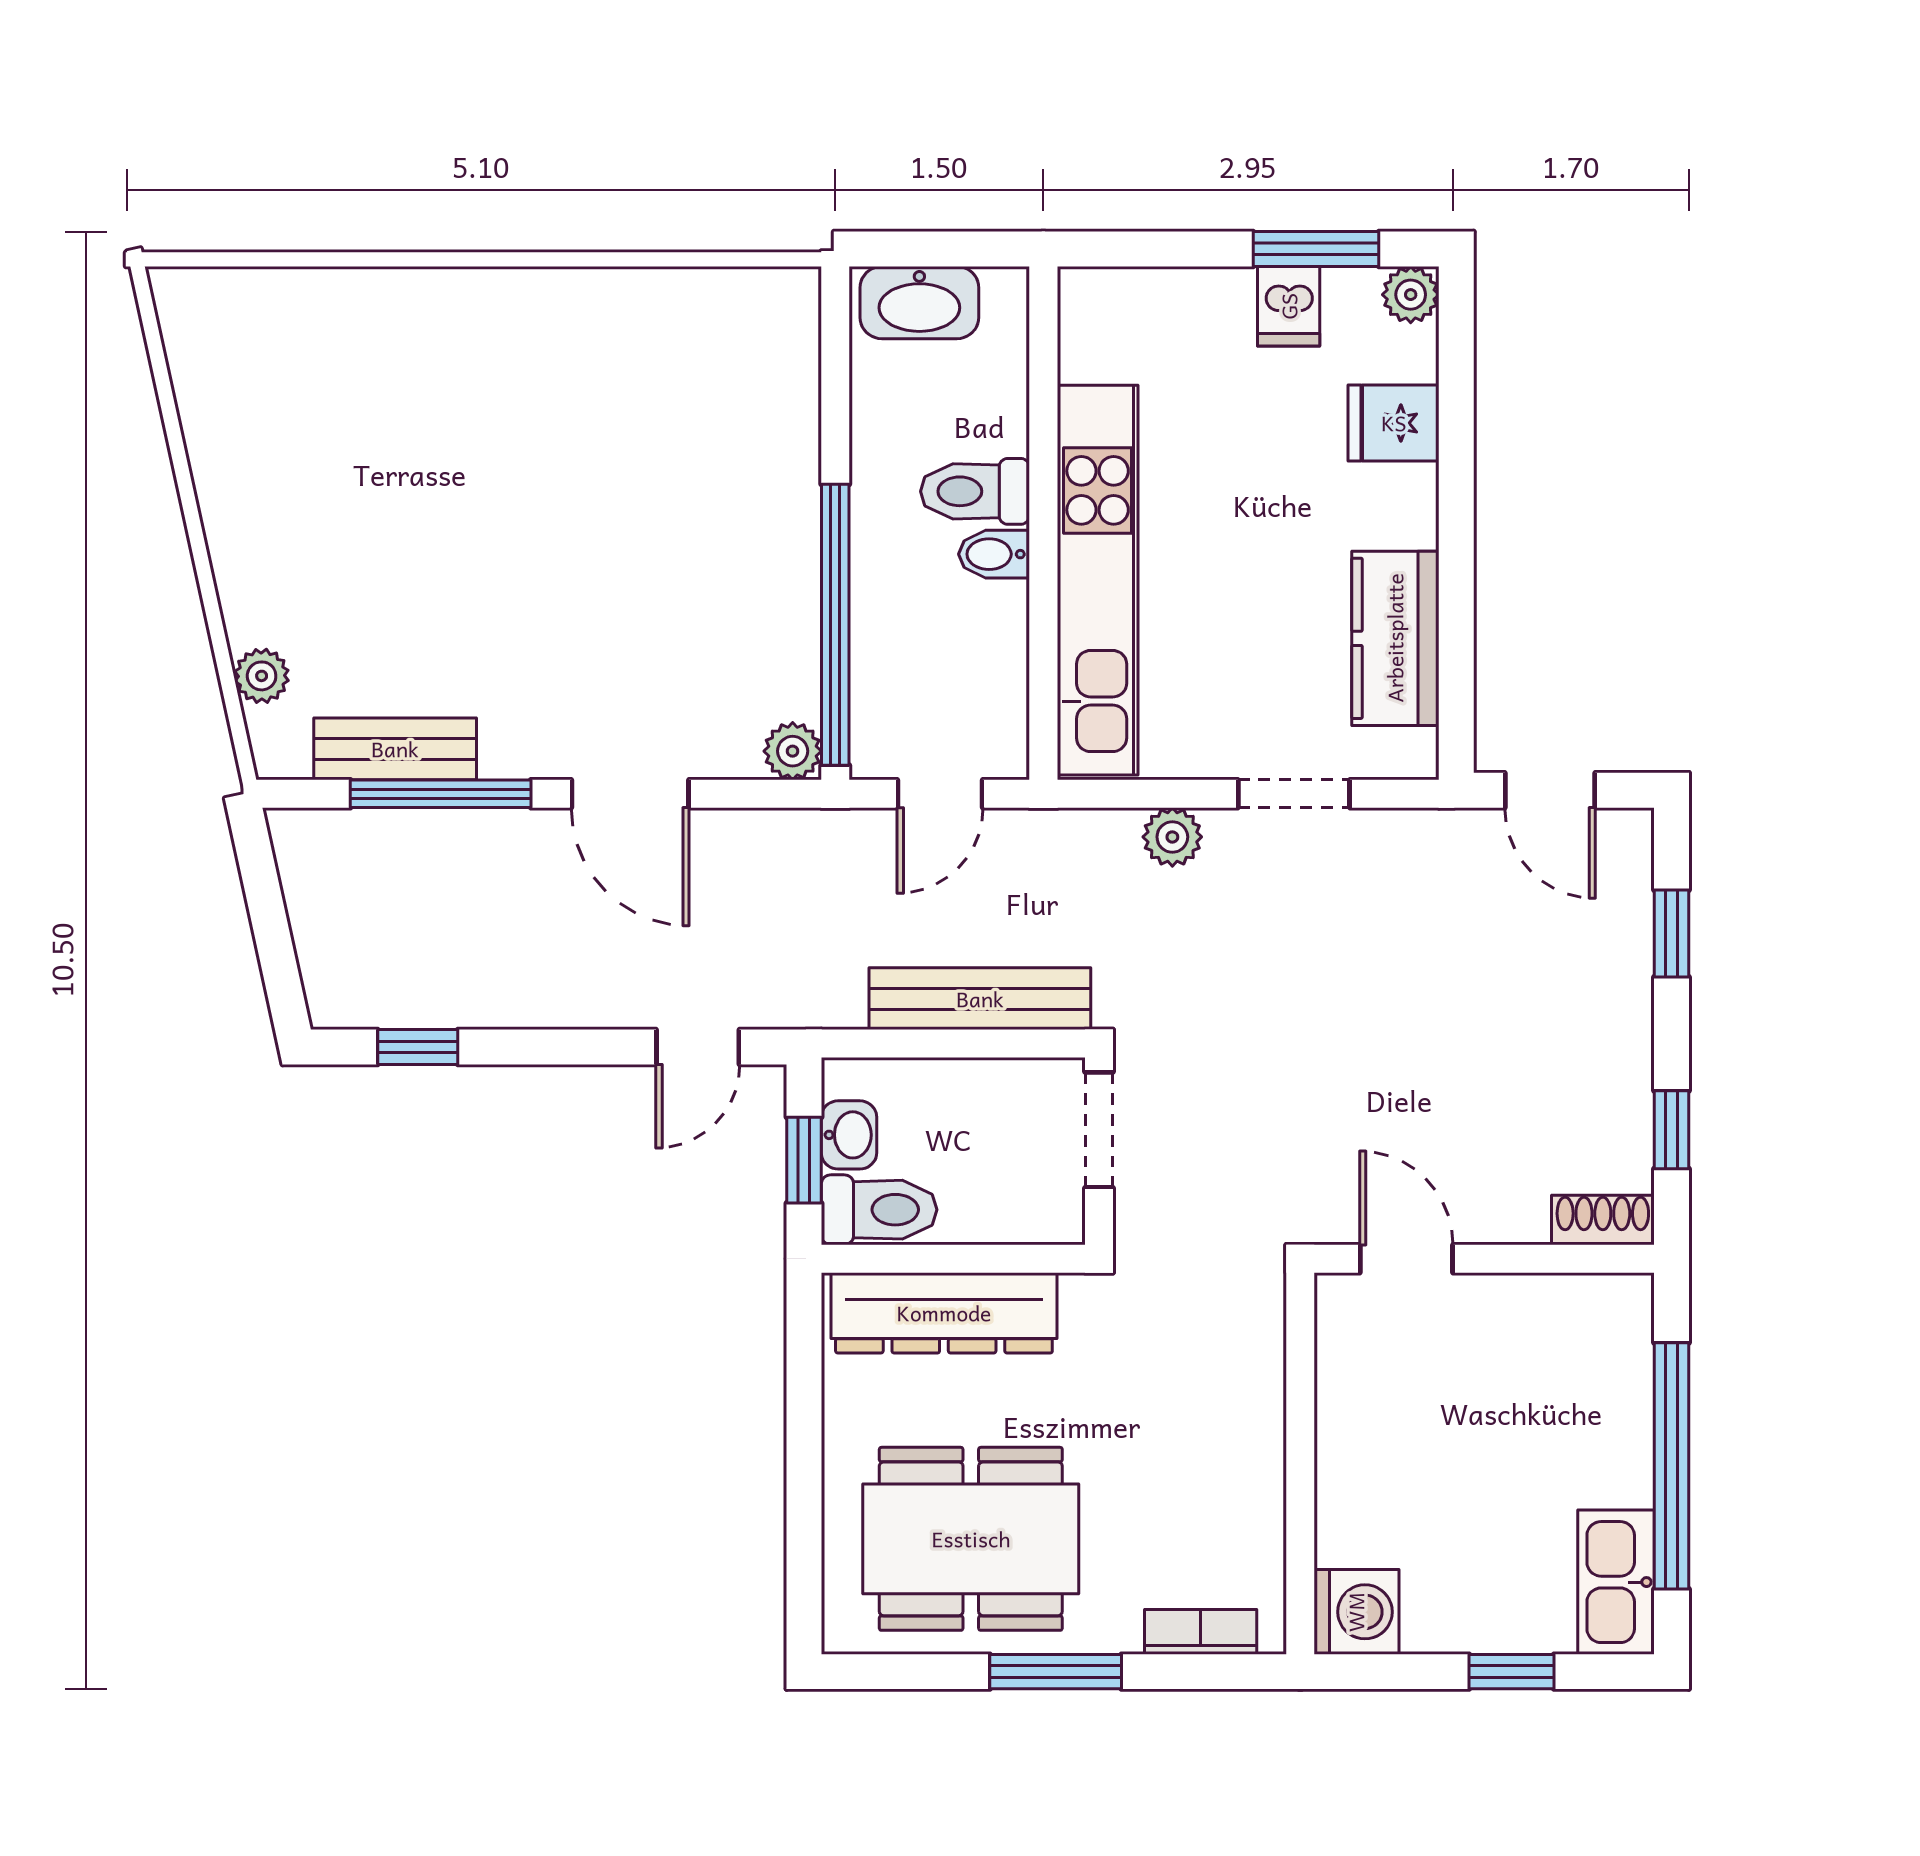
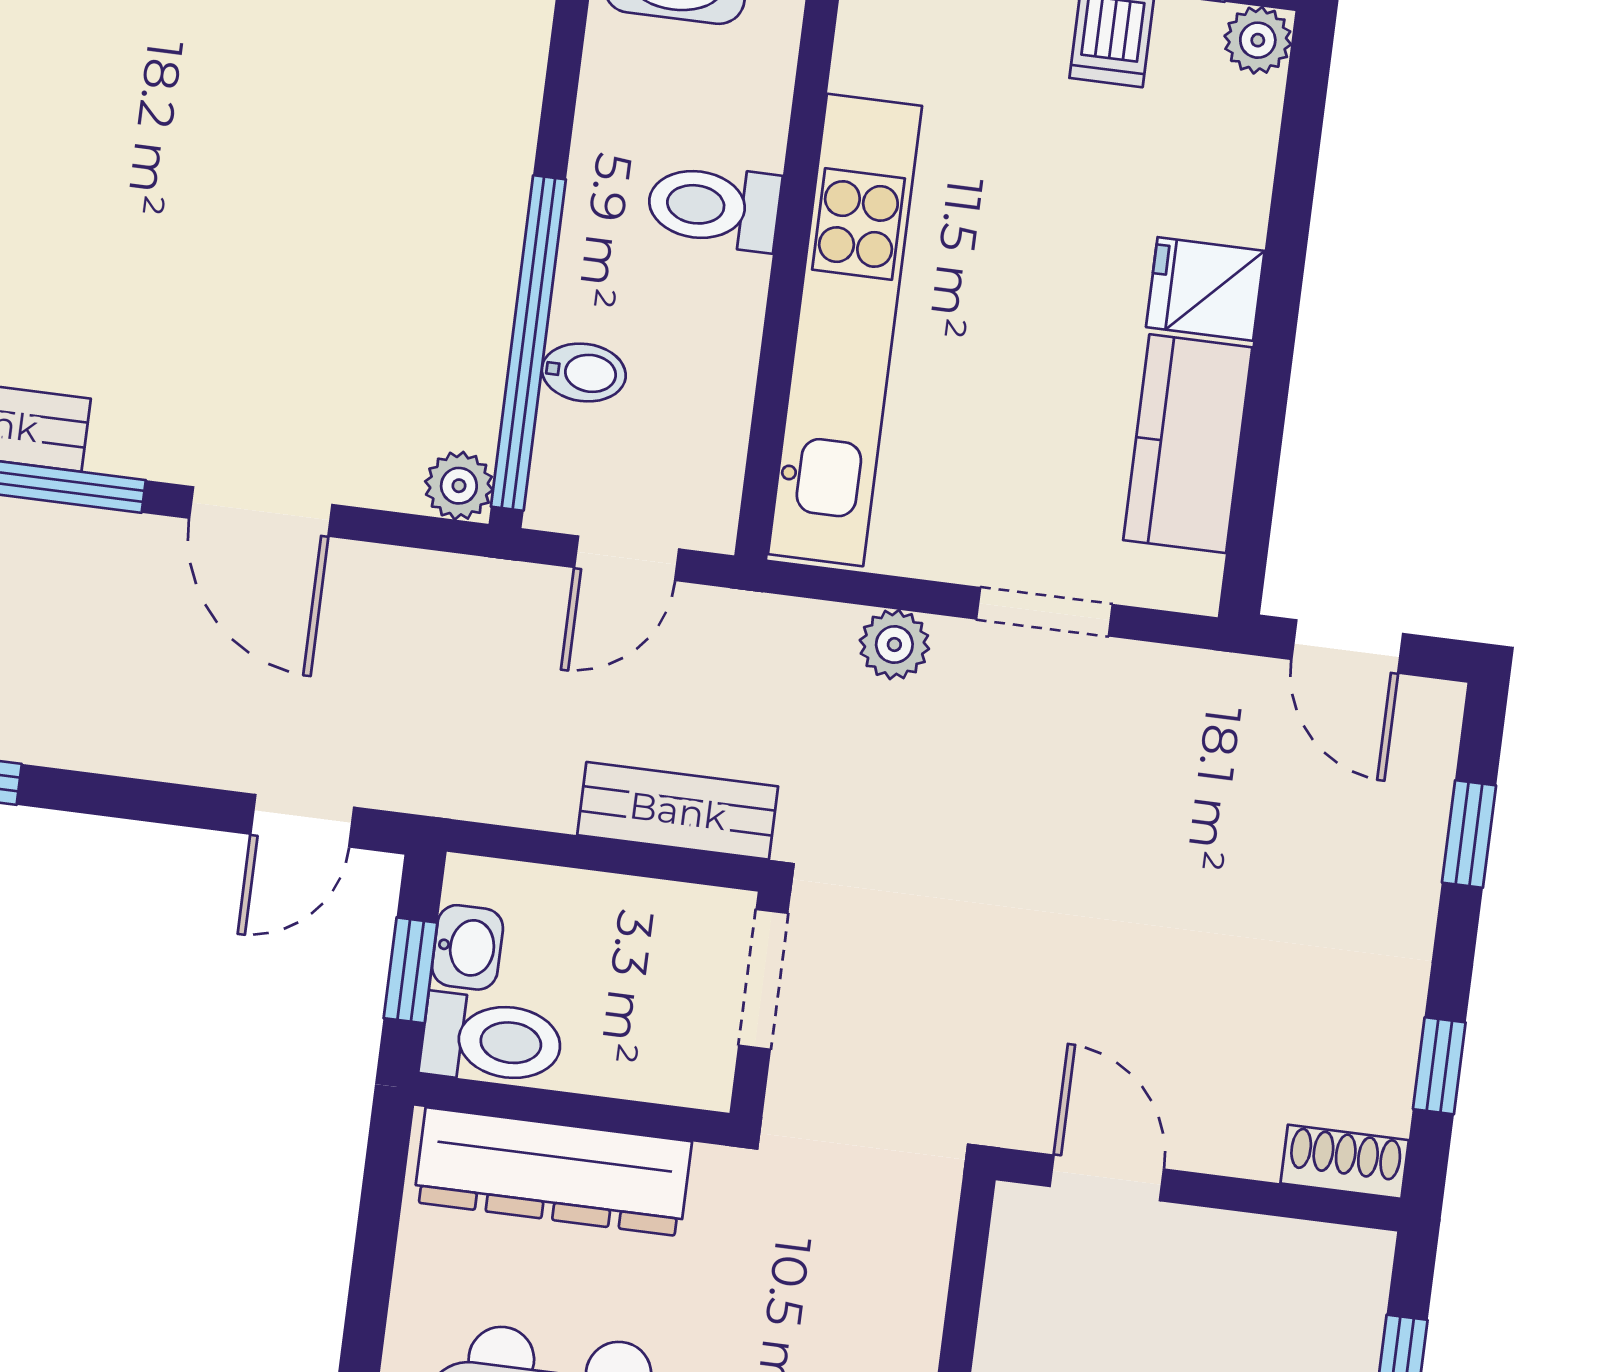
fridge: (1394, 423) -> (1205, 289), moved
bidet: (994, 554) -> (584, 372), moved, turned 180
bench: (980, 999) -> (678, 811), width x0.73

